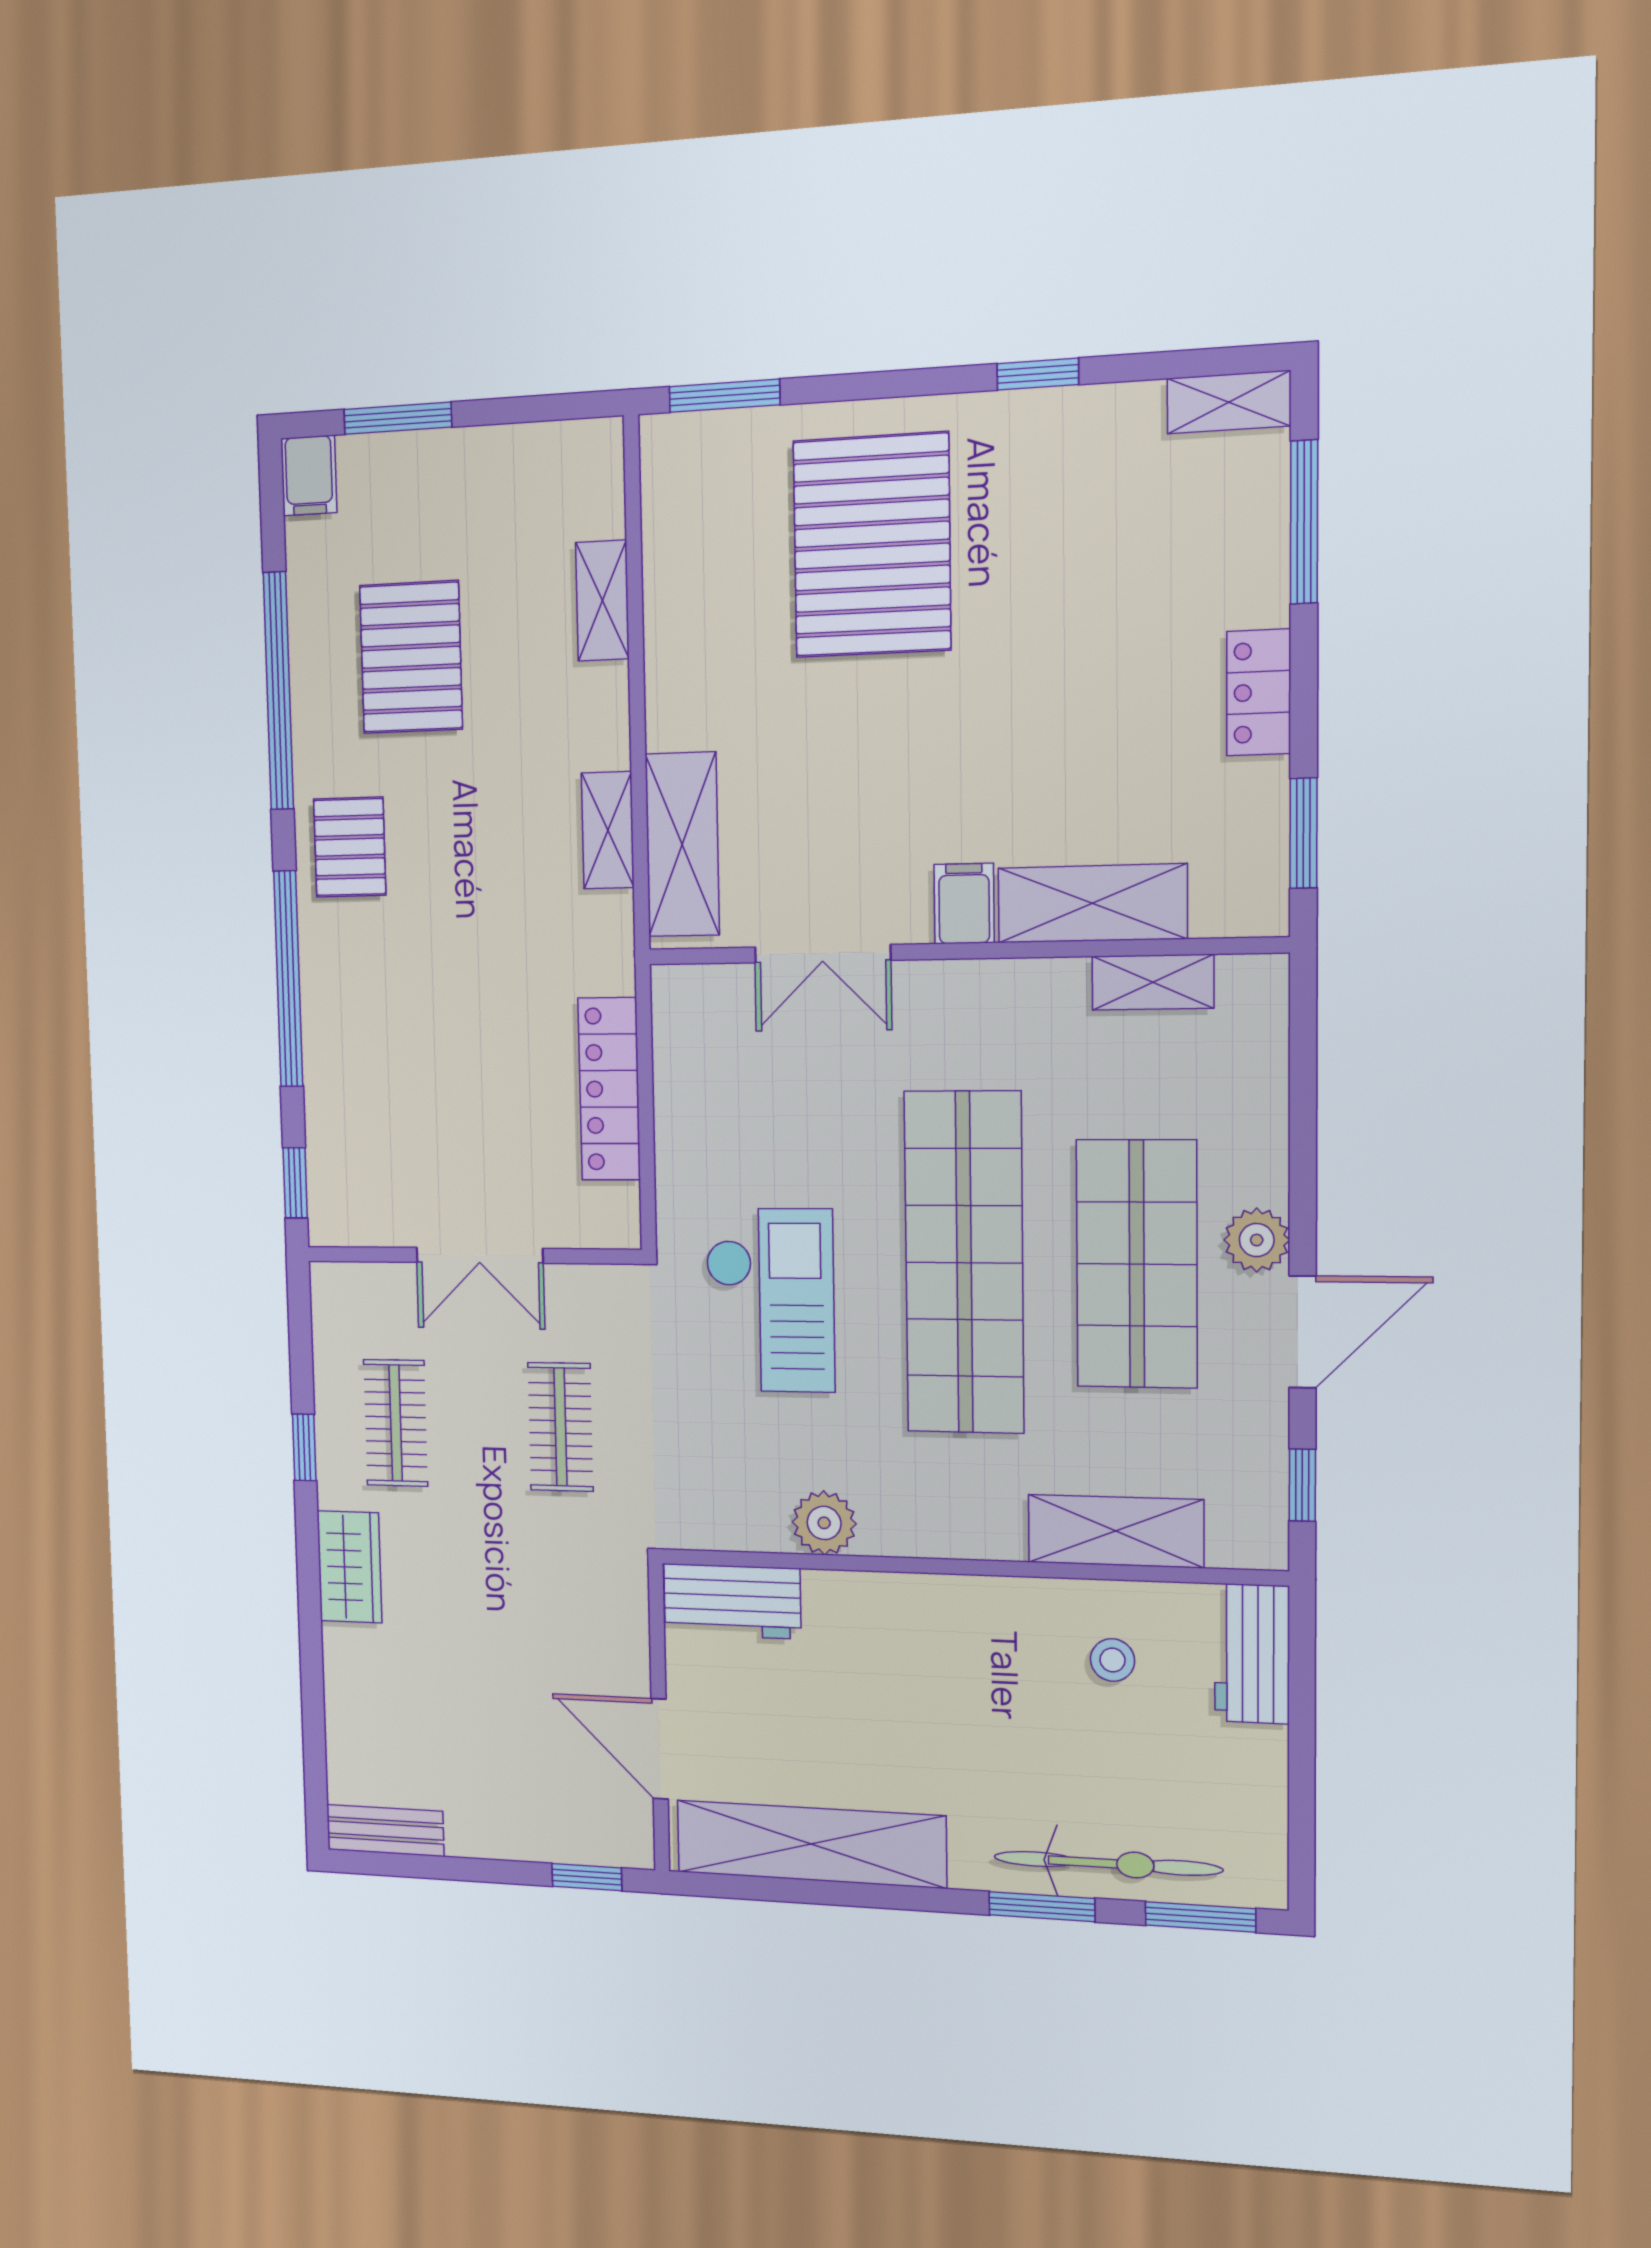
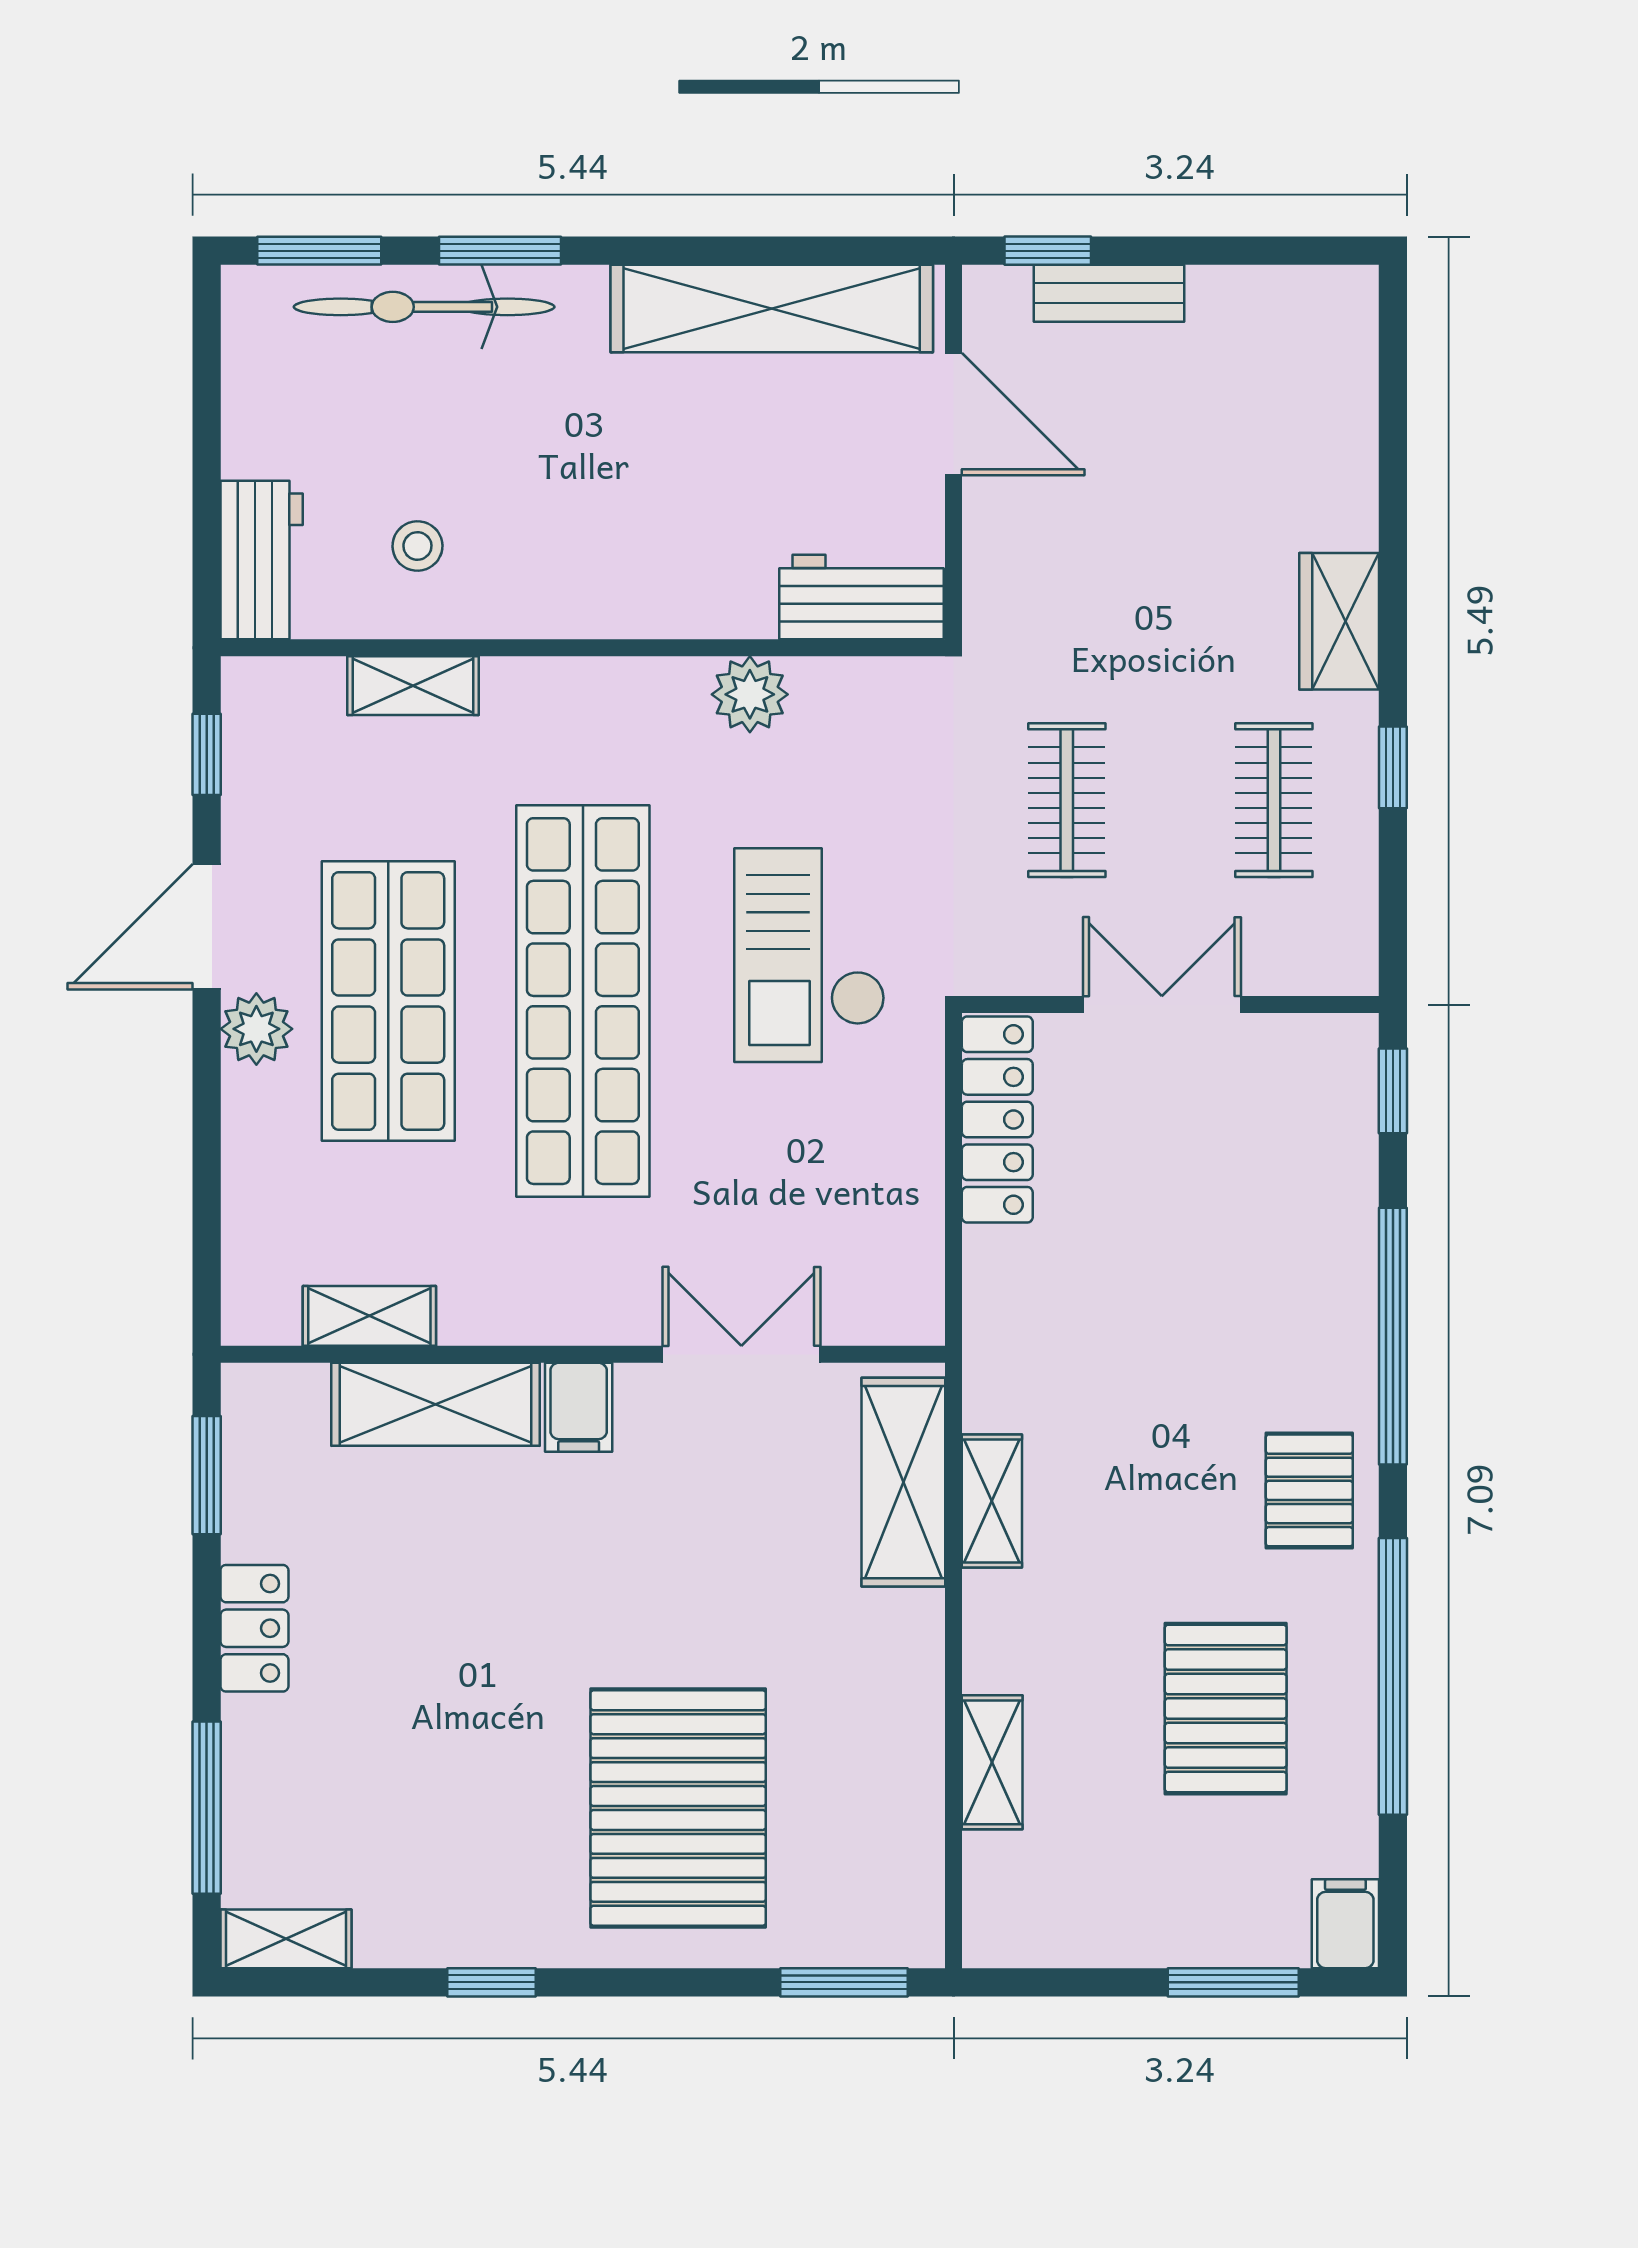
locker: (609, 1089) -> (997, 1120), moved
shelving: (1116, 1531) -> (413, 686), width x0.67, depth x0.75
bench: (385, 1830) -> (1109, 293), moved

